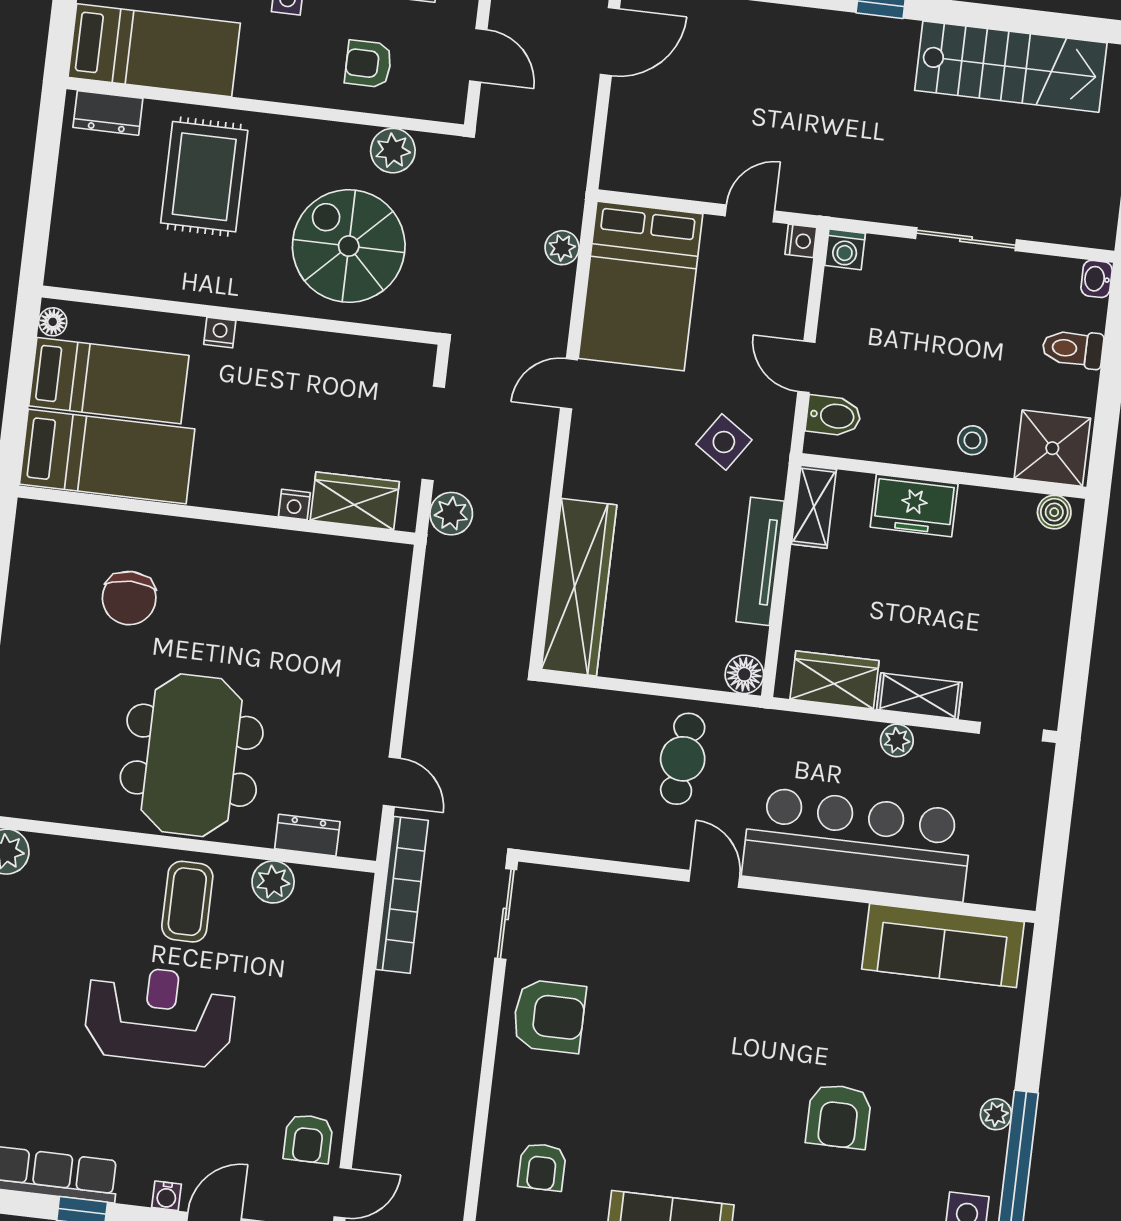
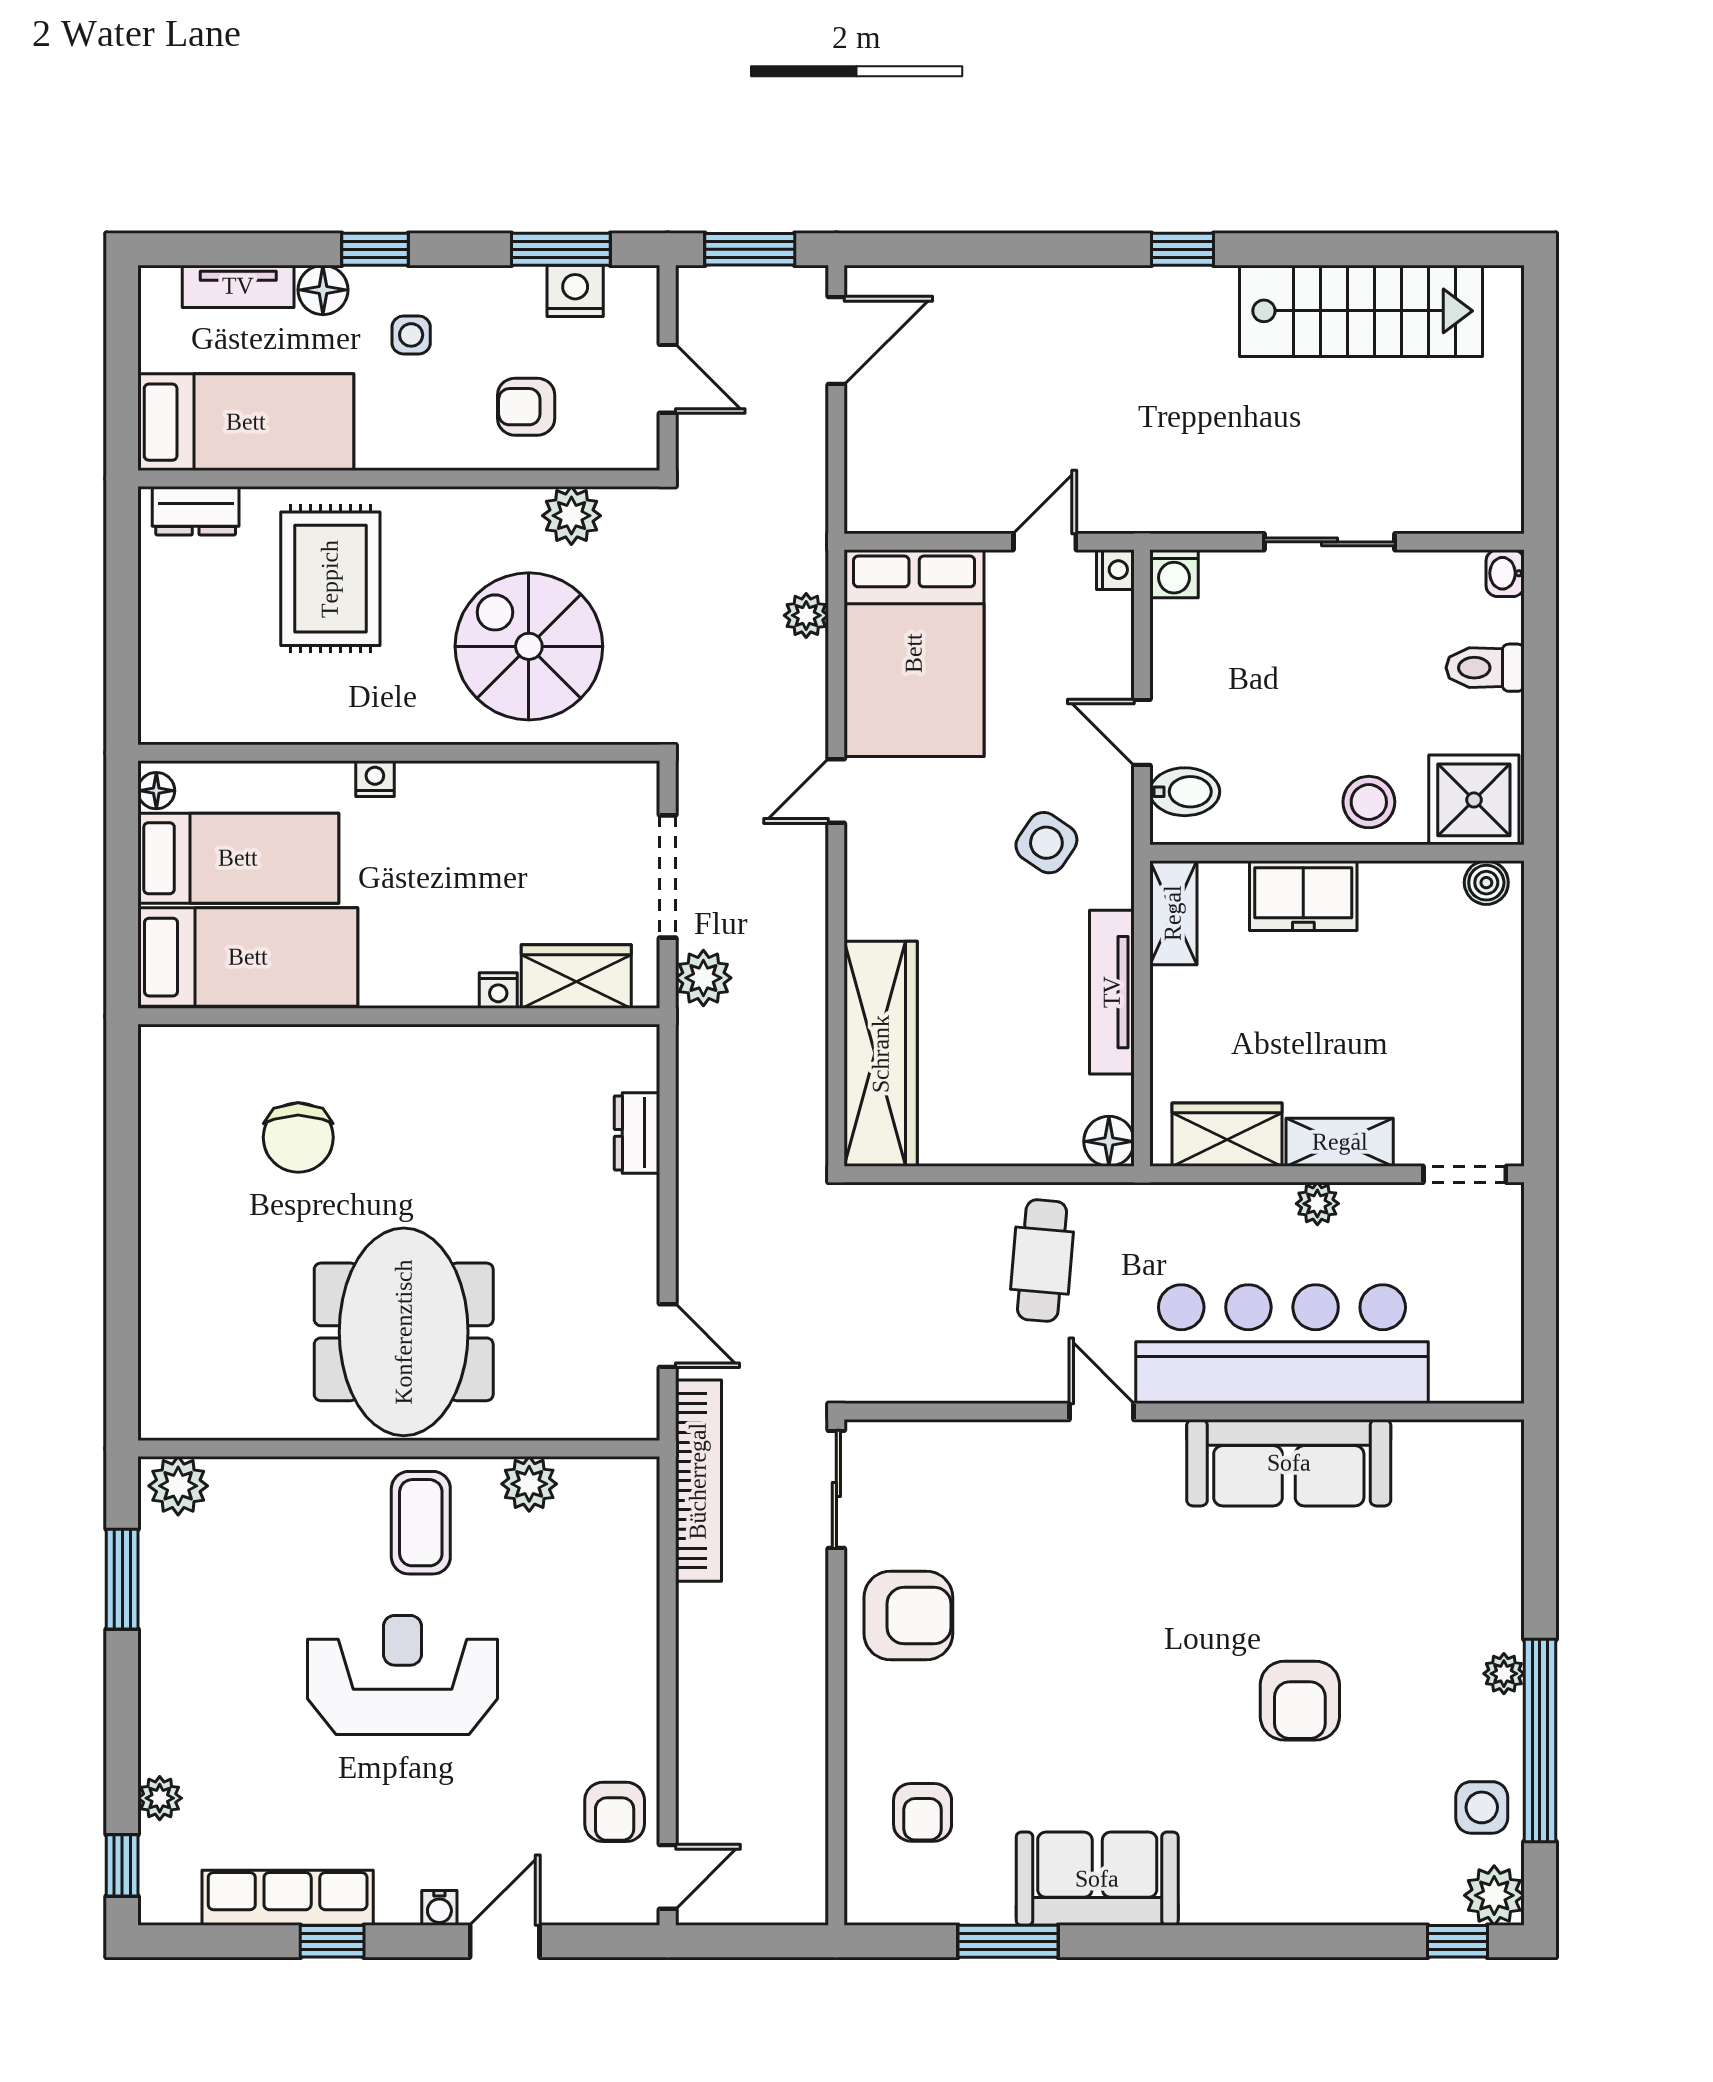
stool: (972, 440) -> (1369, 802), width x1.37, depth x1.37
dresser: (307, 835) -> (637, 1133), moved, turned -90
sofa: (943, 946) -> (1289, 1463), moved

